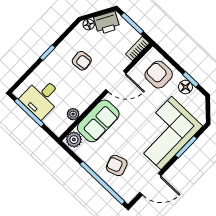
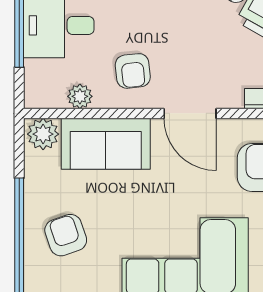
armchair: (82, 61) -> (133, 71), moved

